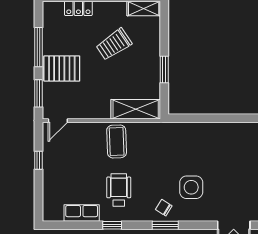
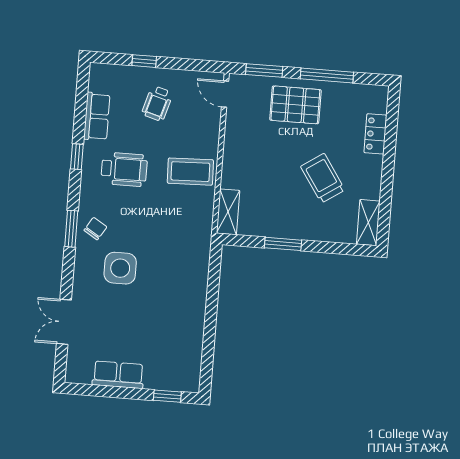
pallet: (62, 68) -> (295, 105), turned 90
shelving: (136, 109) -> (228, 212), width x0.67, depth x0.75
window: (38, 160) -> (144, 61), moved
wheelchair: (69, 170) -> (157, 103), added

